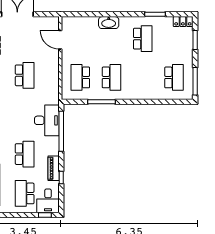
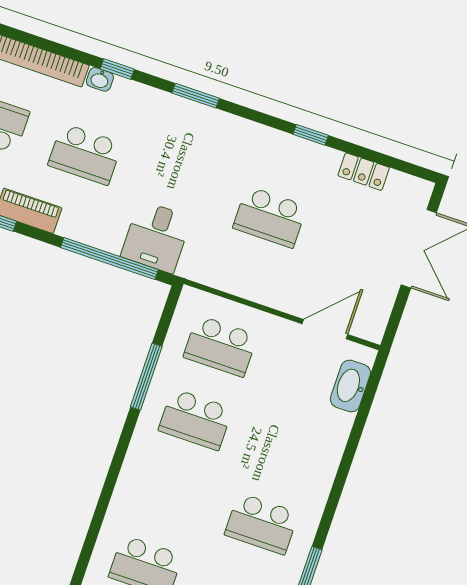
washbasin: (109, 23) -> (350, 386), moved
school desk: (80, 77) -> (220, 346), turned 180
desk: (47, 120) -> (156, 237), width x0.73

